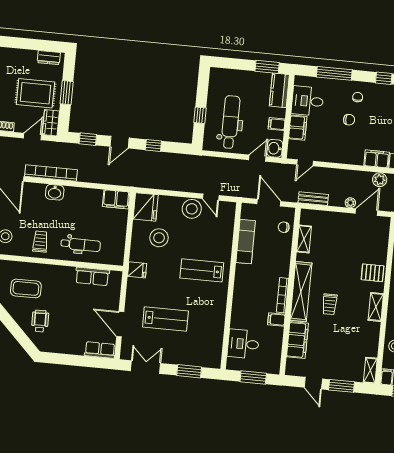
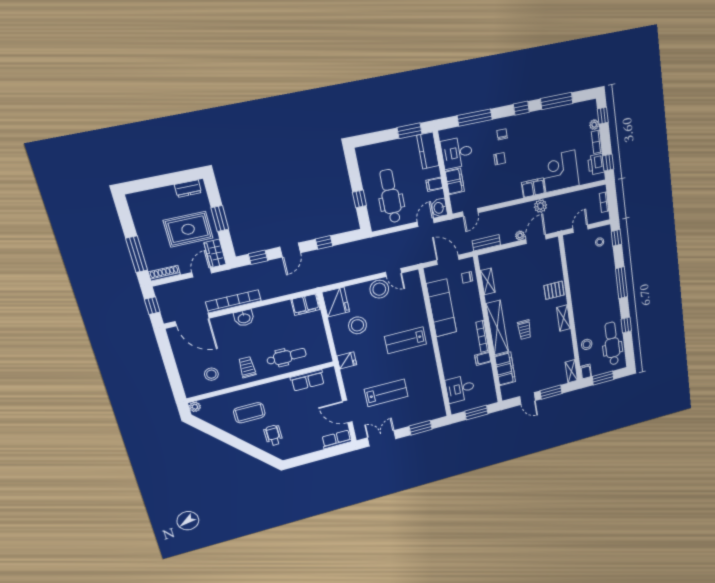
exam couch: (246, 242) -> (441, 308), width x1.36, depth x1.45

